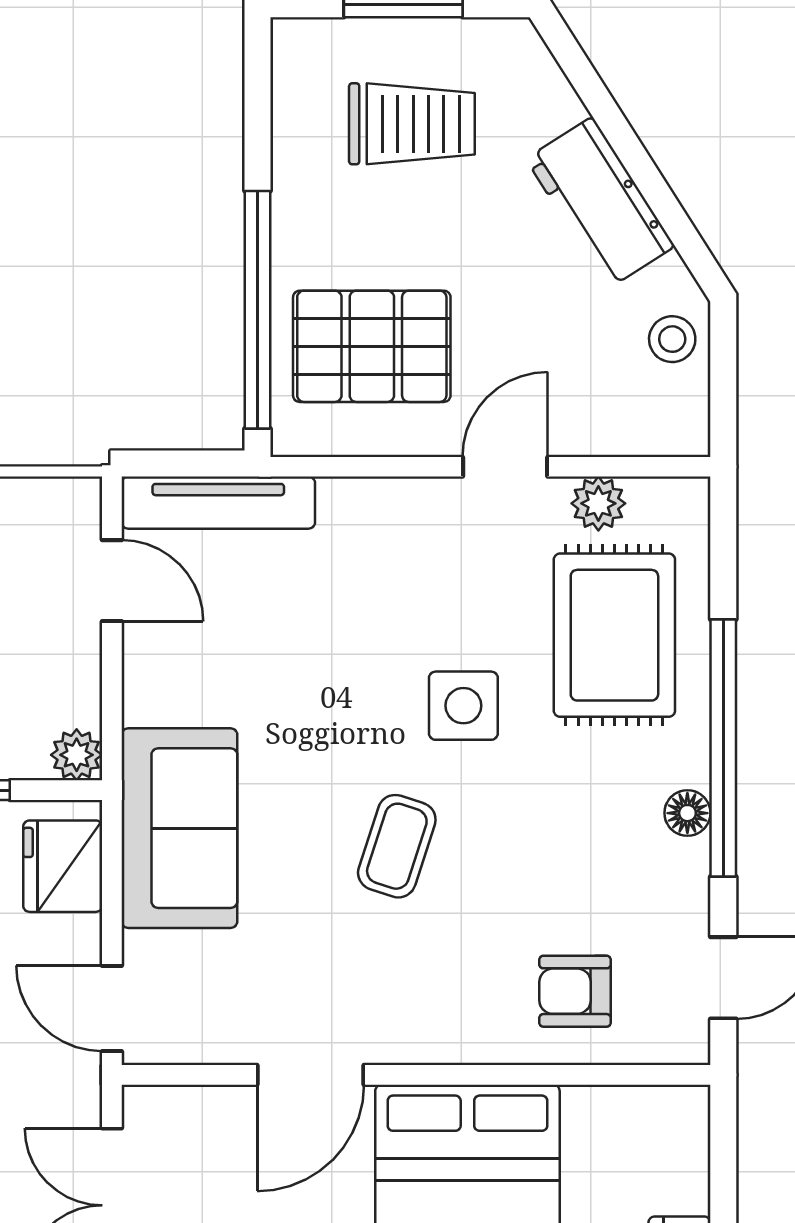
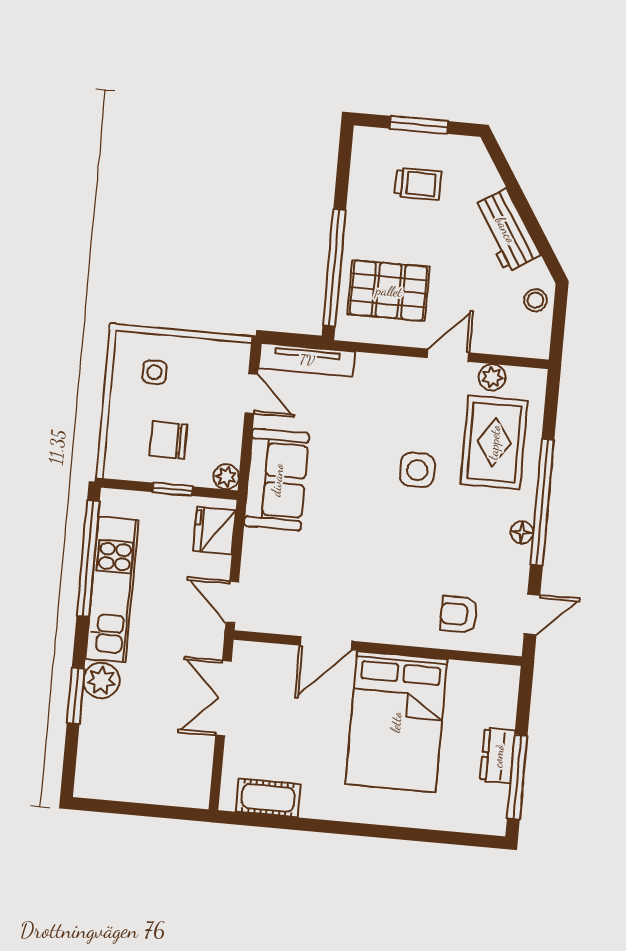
trolley: (412, 124) -> (418, 184), width x0.73, depth x0.72
sofa: (179, 828) -> (277, 480), moved
coffee table: (397, 846) -> (378, 536), removed

